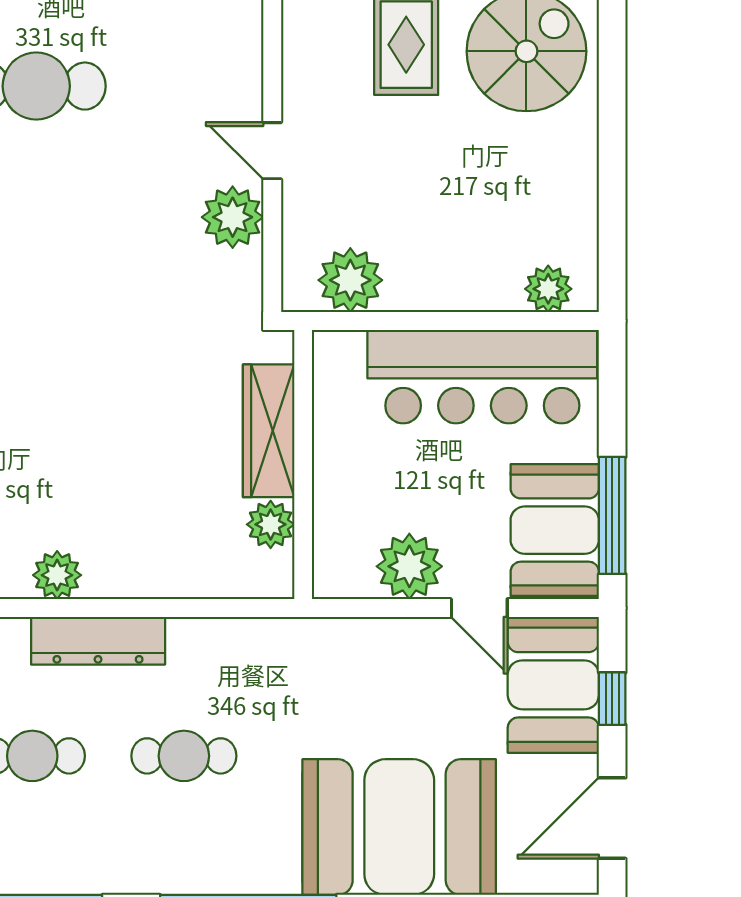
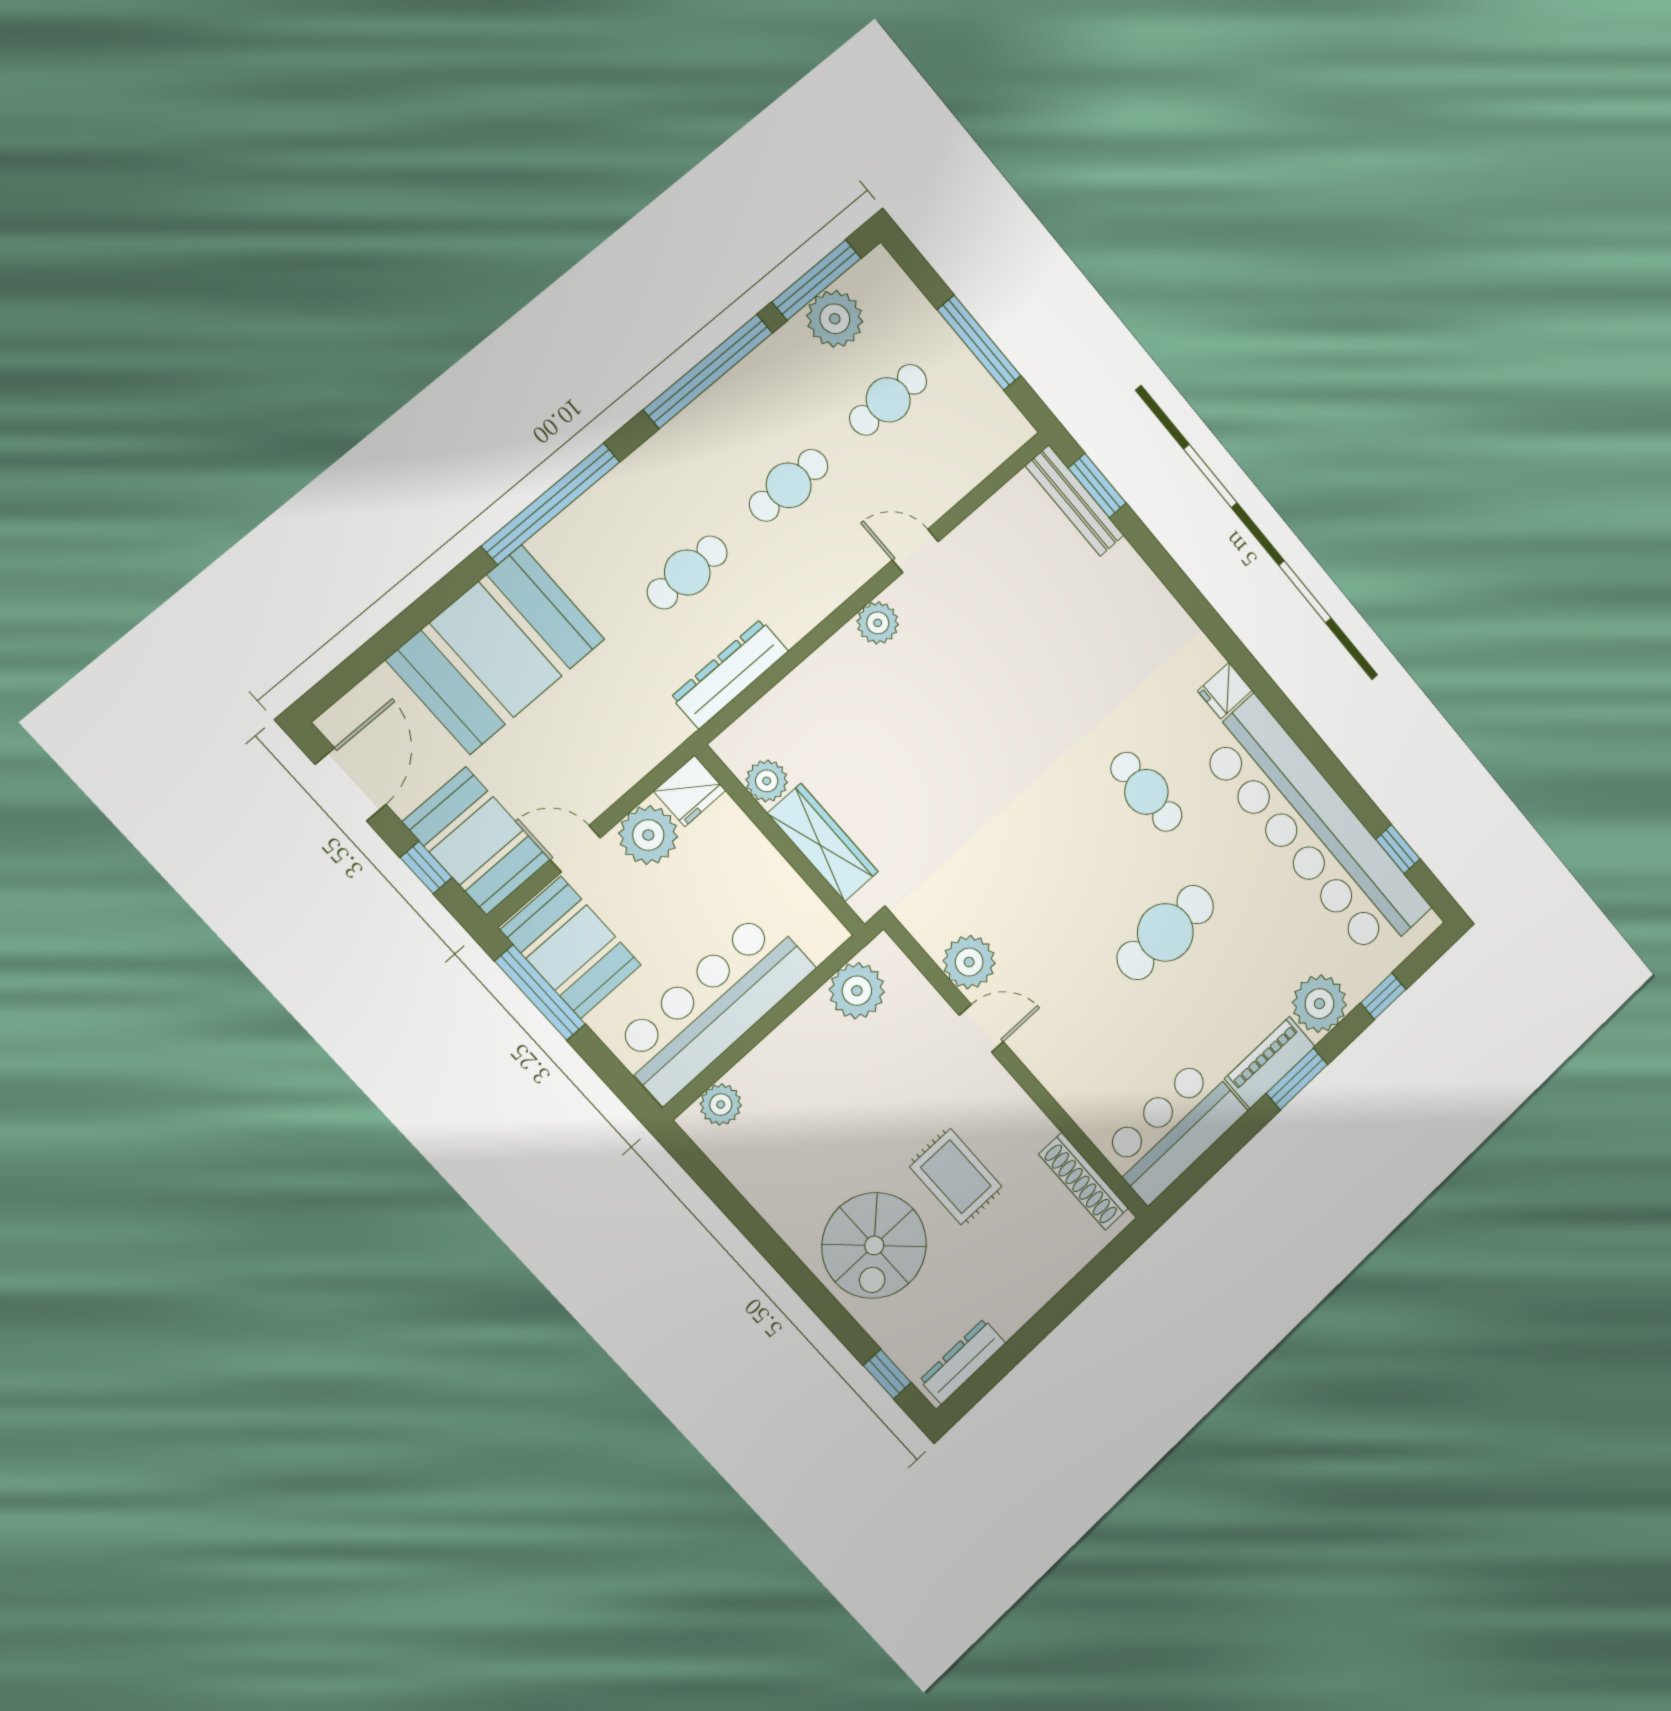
fridge: (342, 573) -> (690, 791), added
dresser: (98, 641) -> (730, 674), moved

